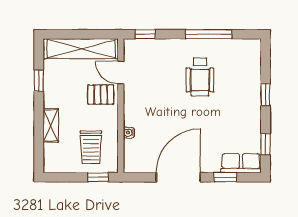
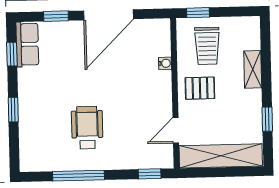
door: (121, 73) -> (176, 130), swing flipped
pallet: (101, 95) -> (200, 88), moved
trolley: (91, 147) -> (207, 46), turned 180
row of seats: (241, 163) -> (27, 44), moved, turned -90

